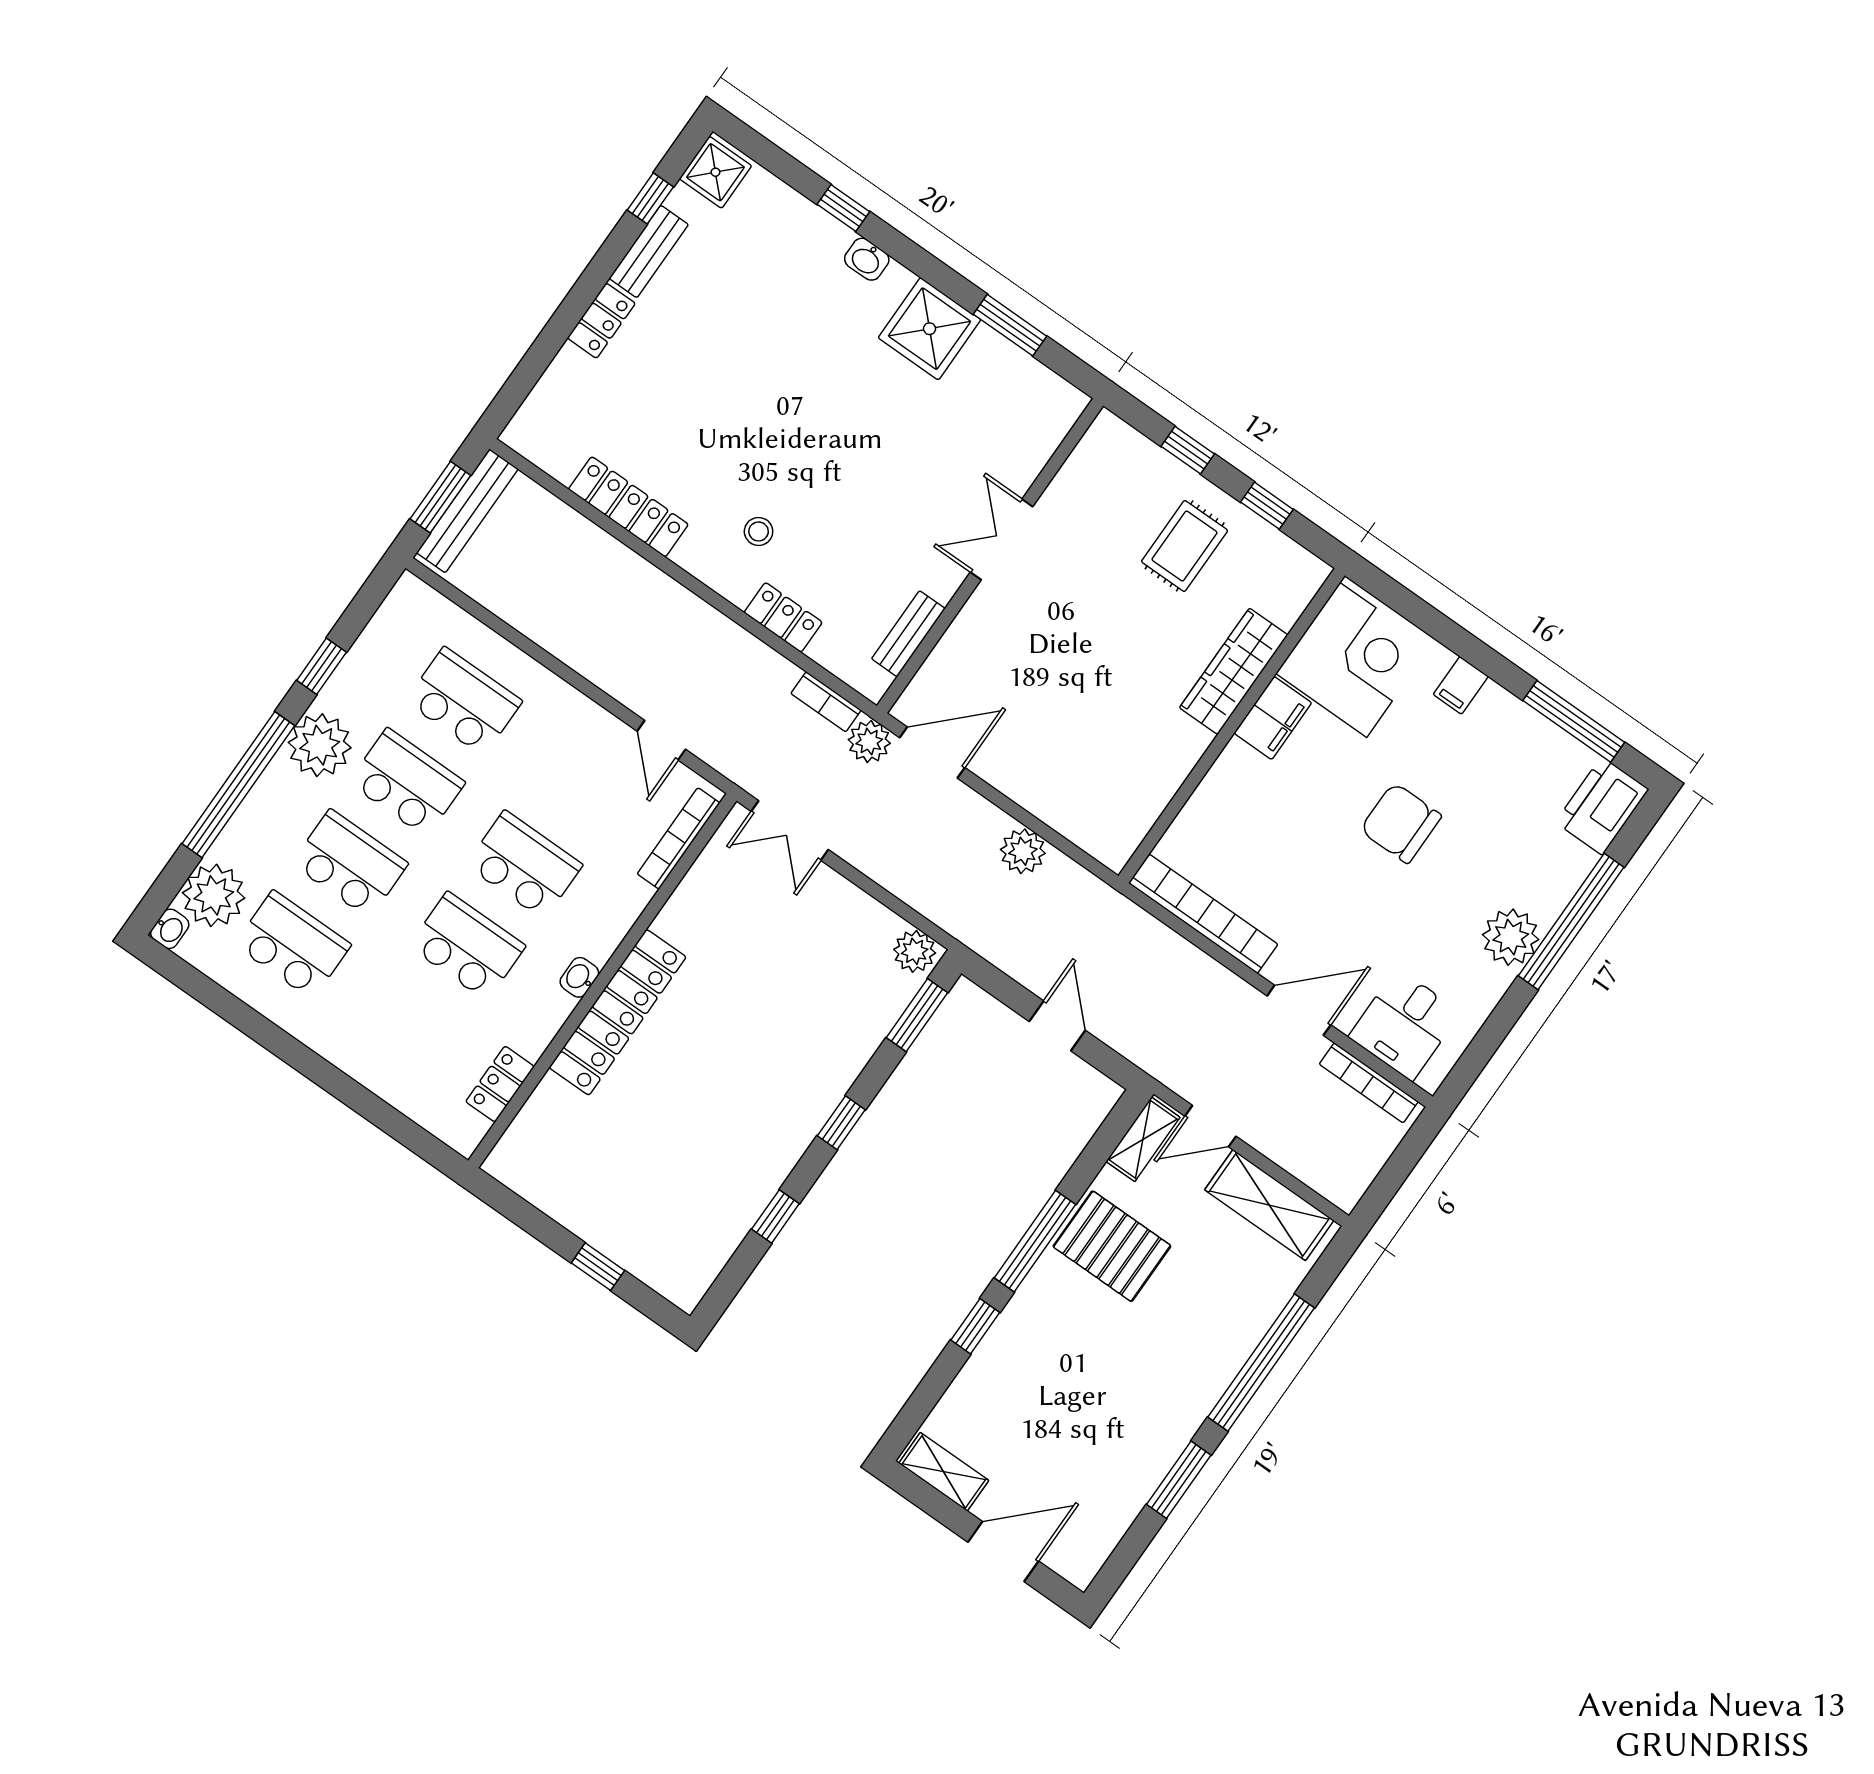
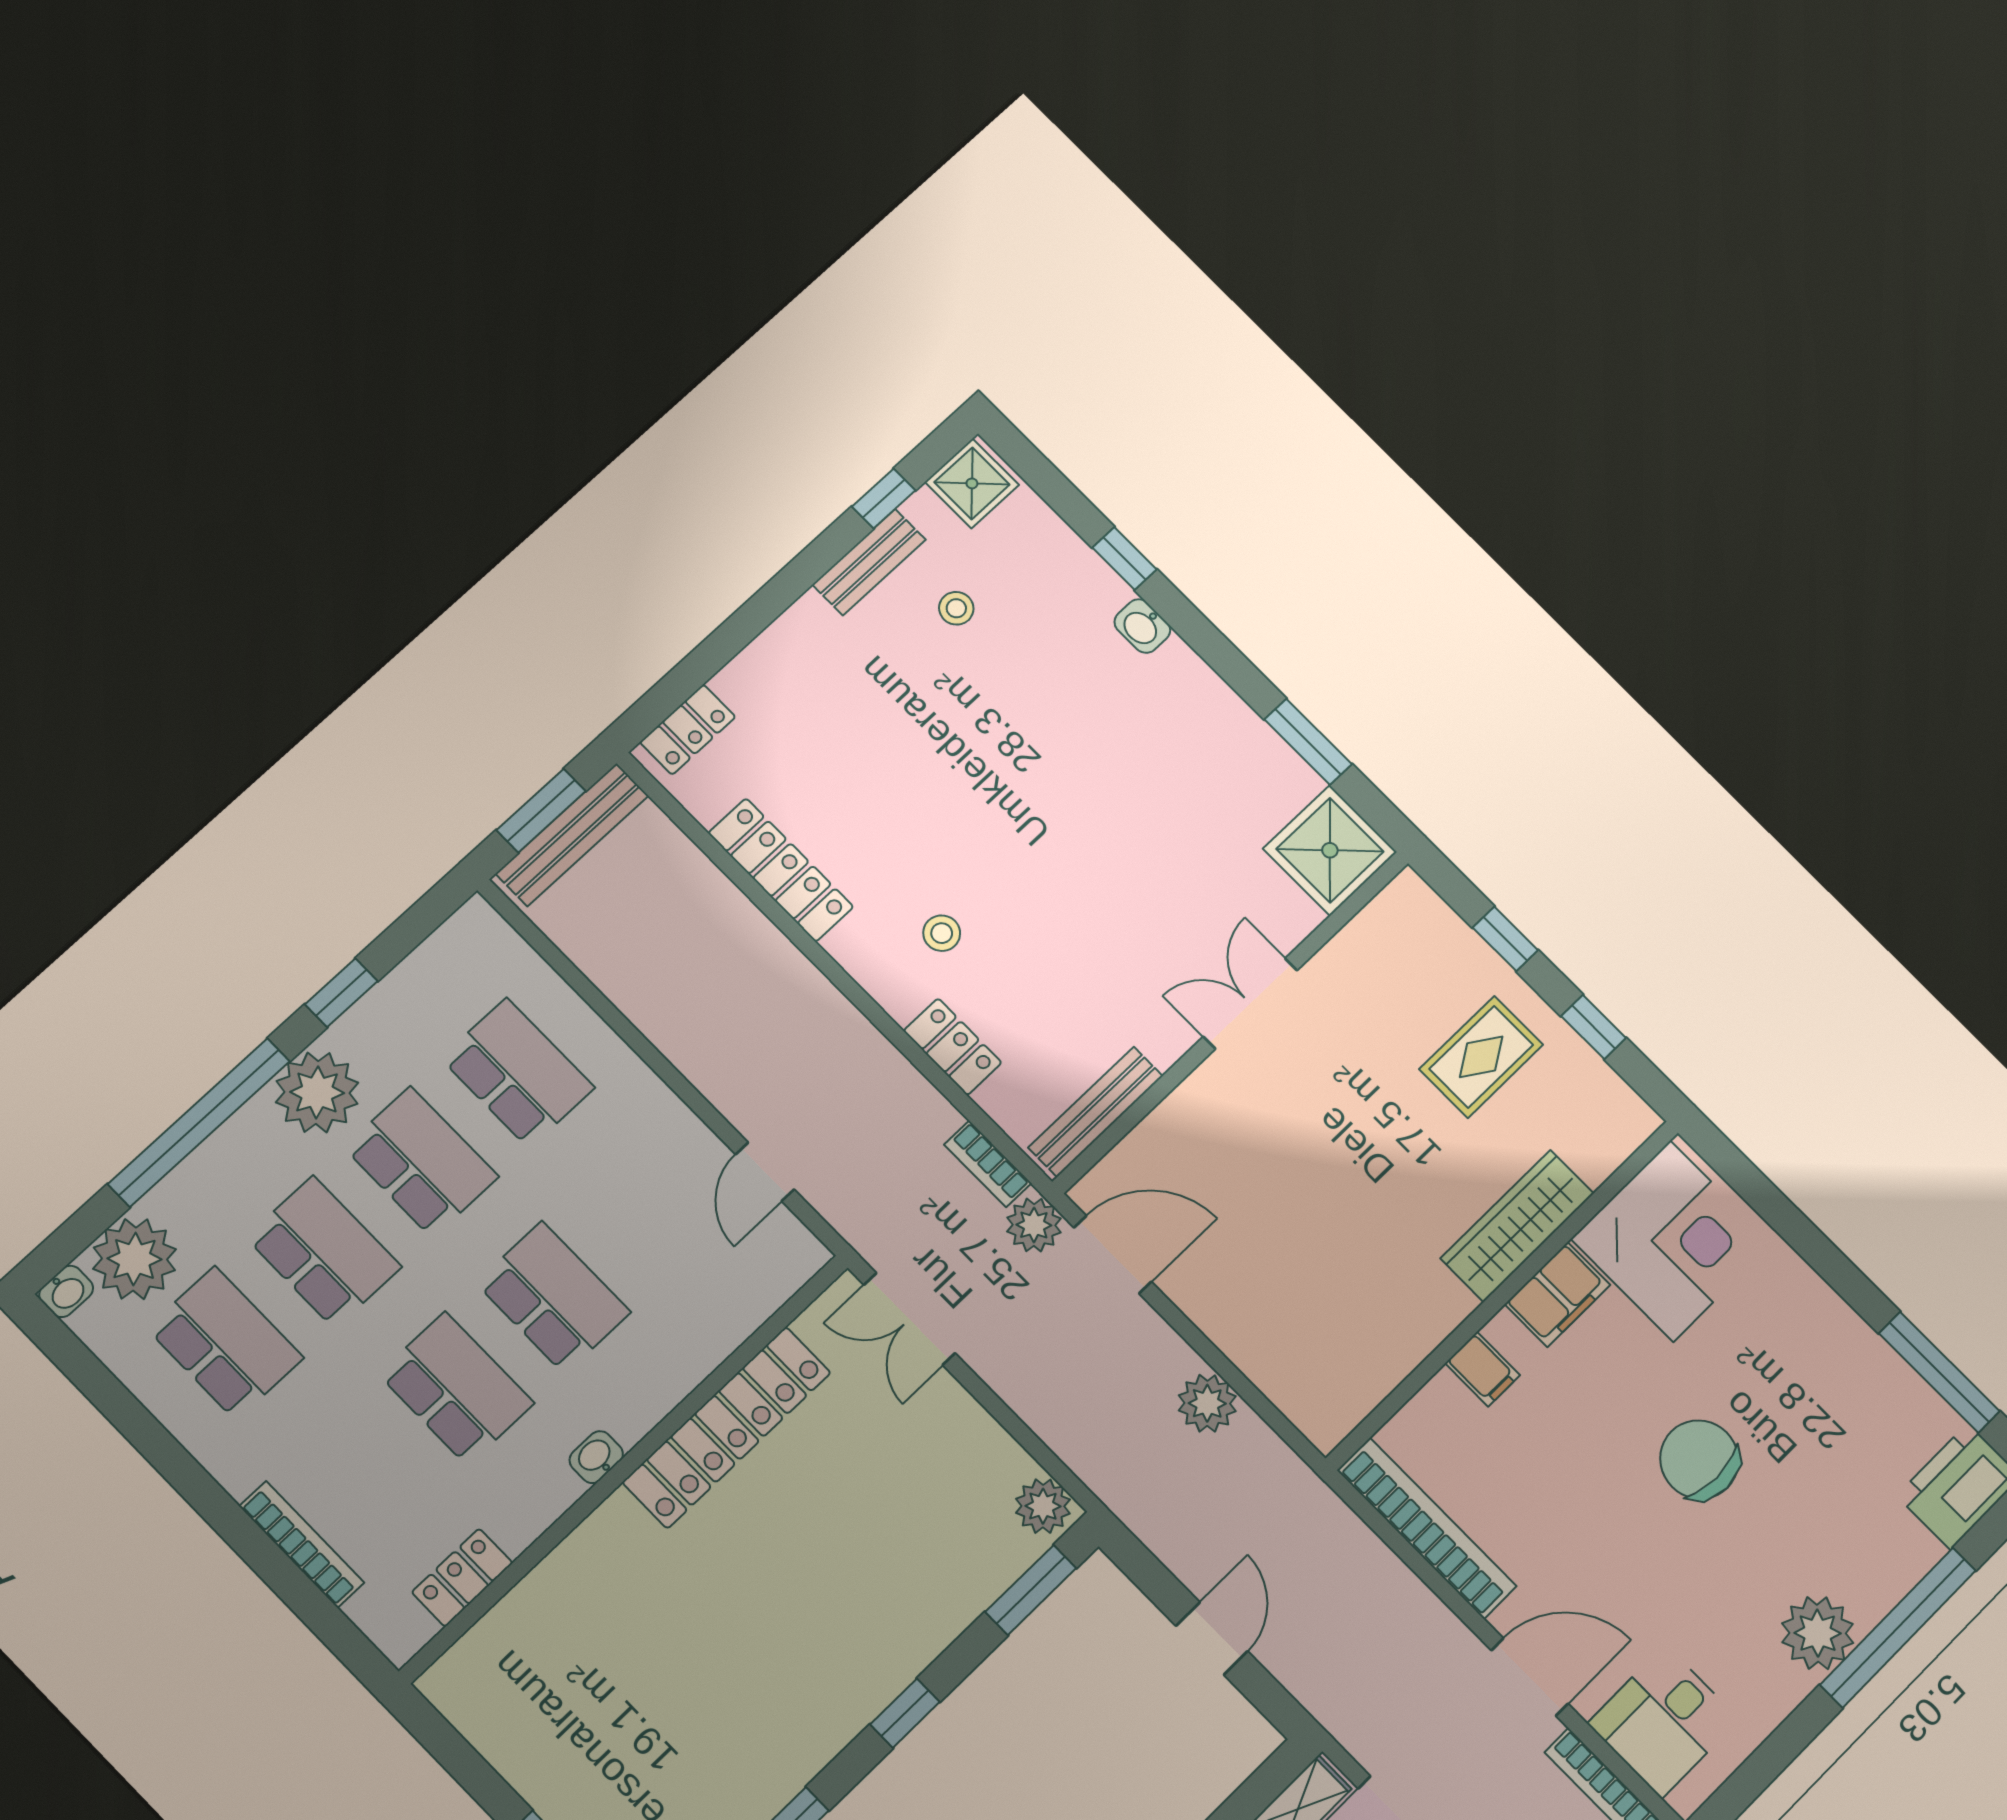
stool: (722, 274) -> (956, 608), added
locker: (601, 321) -> (688, 730), moved
shower: (929, 329) -> (1330, 850), moved
bench: (908, 634) -> (1096, 1112), width x1.36
filing cabinet: (1461, 685) -> (1483, 1369), moved, turned -90
bookcase: (678, 838) -> (302, 1544), moved, turned 90
locker: (618, 1012) -> (727, 1427), moved

